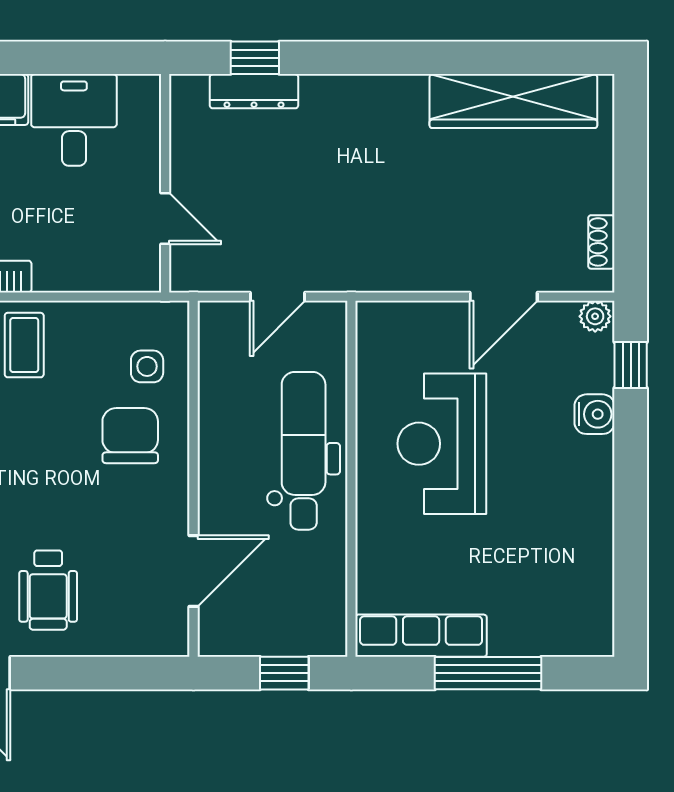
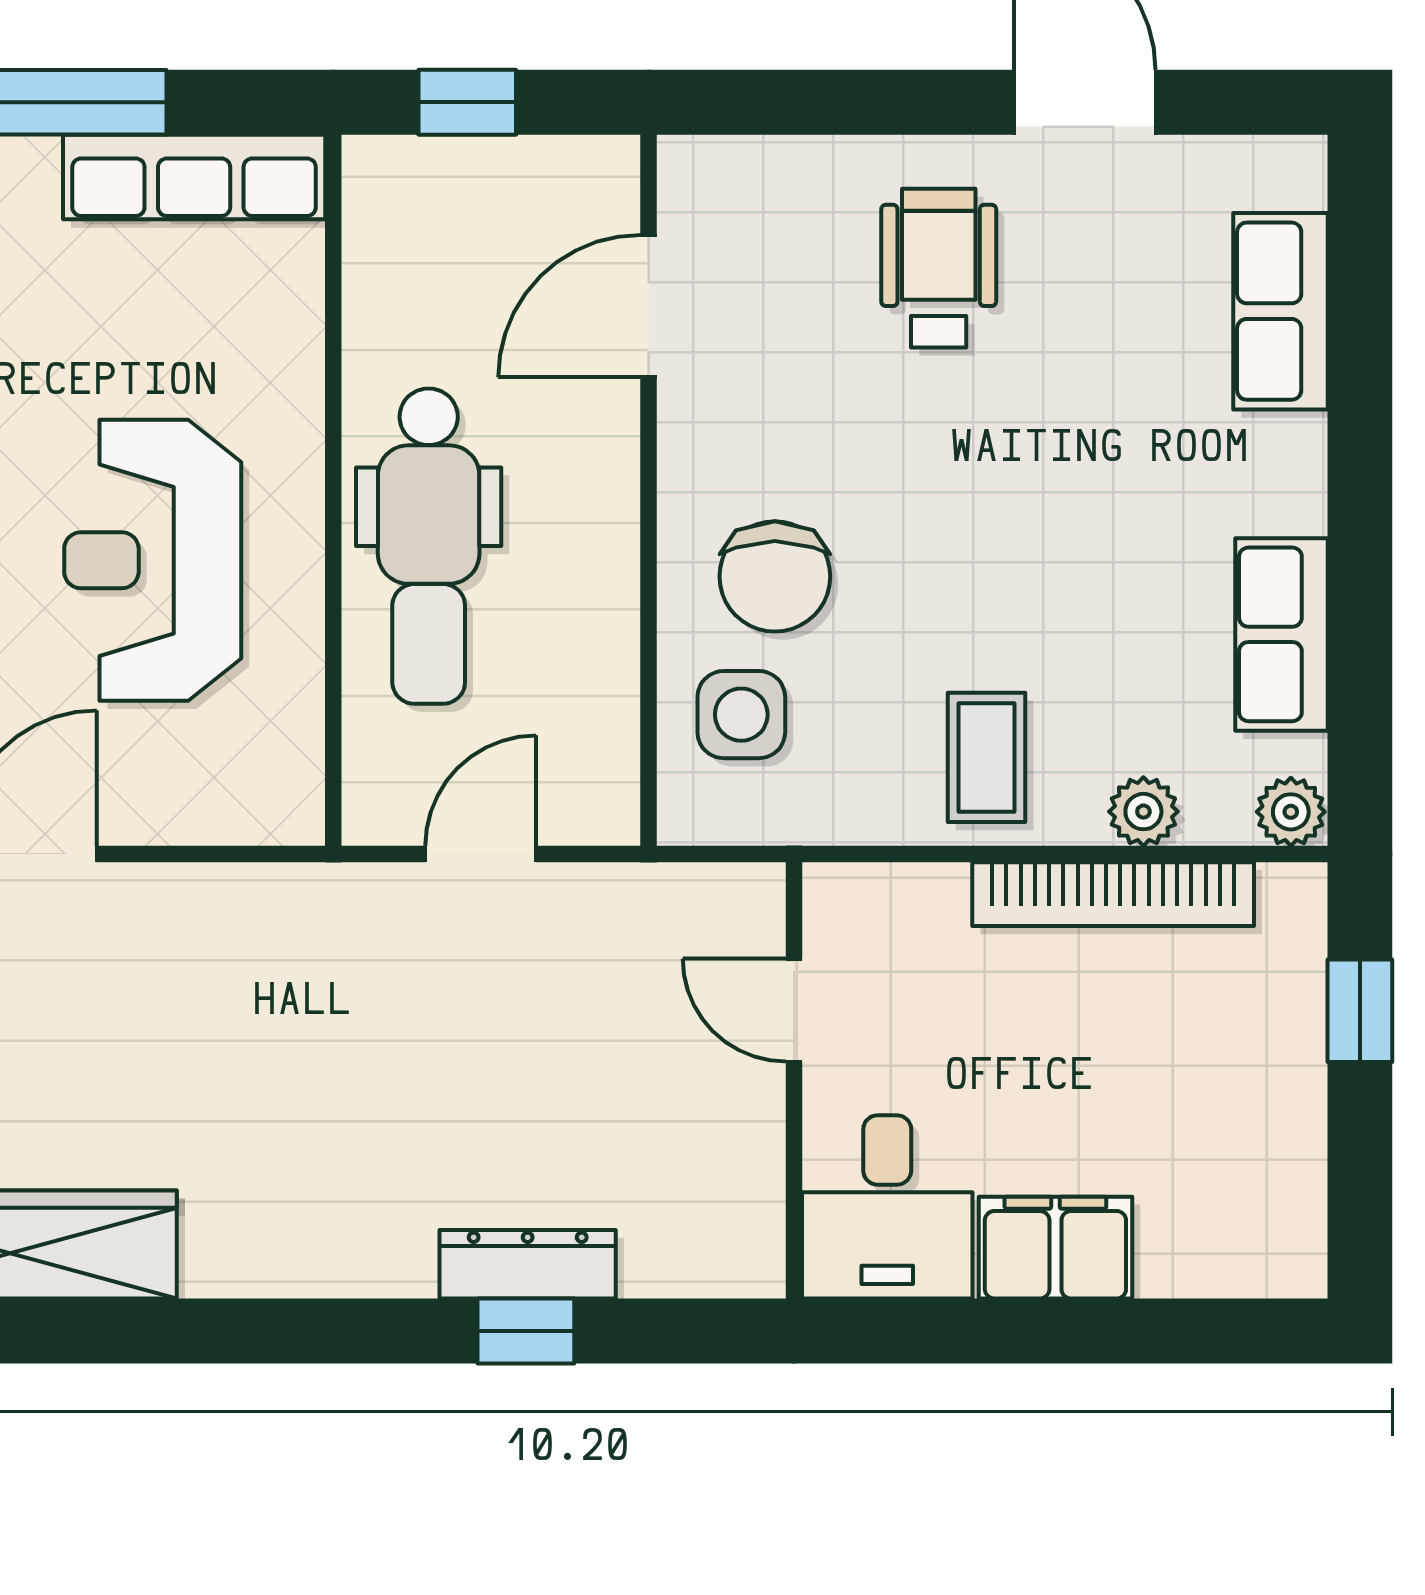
wall: (165, 183) -> (794, 1080), moved
door: (165, 218) -> (794, 1010), moved
side table: (147, 366) -> (741, 715), width x1.37, depth x1.37
reception desk: (442, 444) -> (153, 560), turned 180

